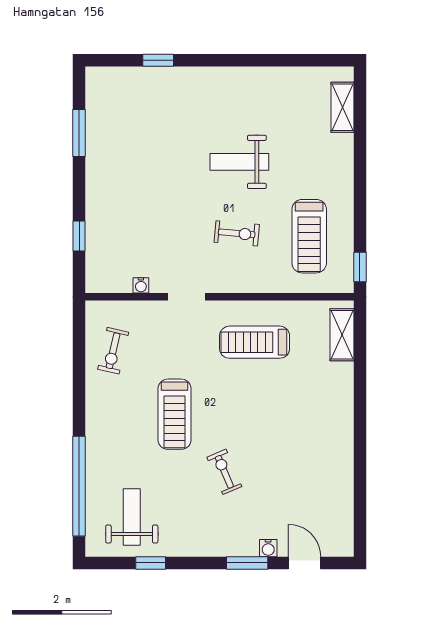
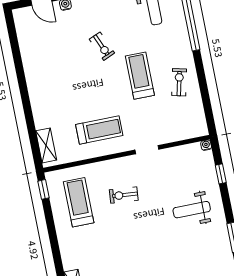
weight bench: (239, 162) -> (192, 210), moved, turned 180
water cooler: (141, 285) -> (206, 145), moved
exercise bike: (113, 351) -> (179, 82), moved

